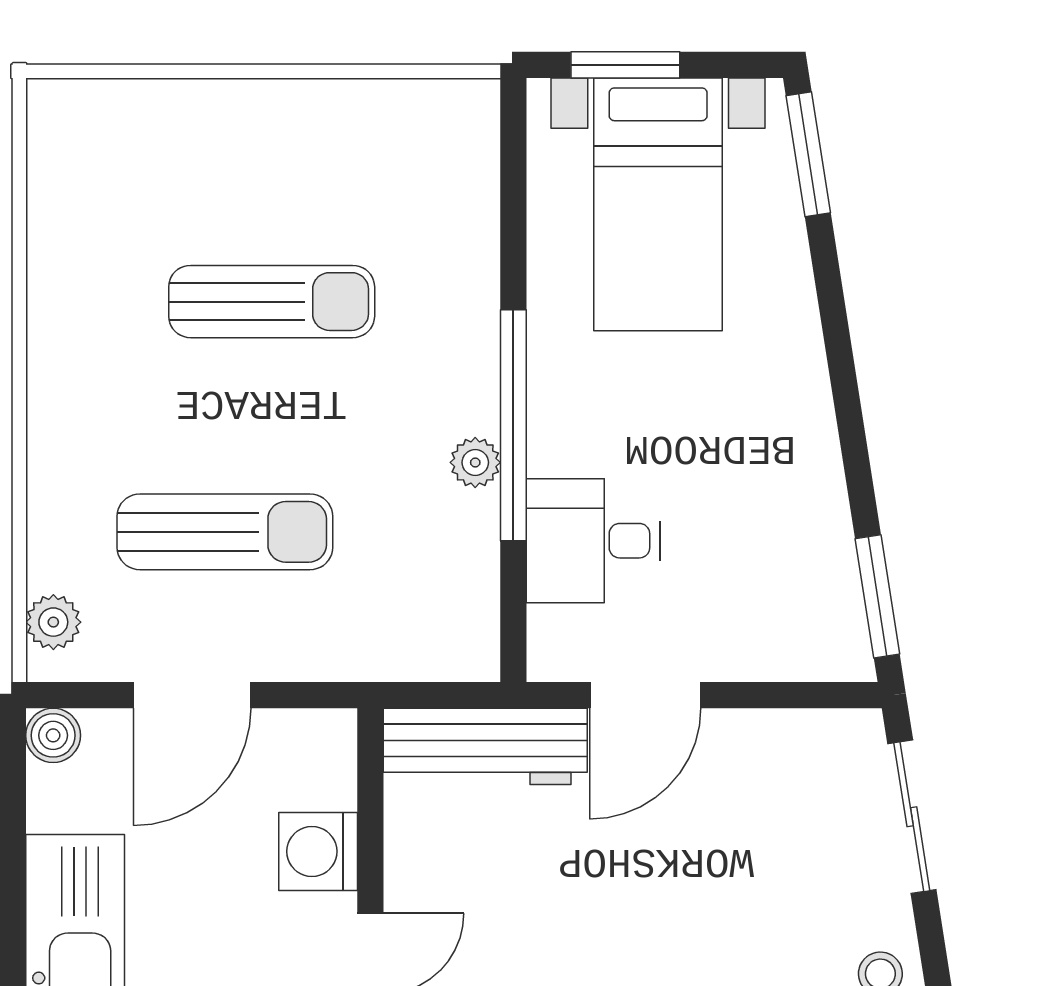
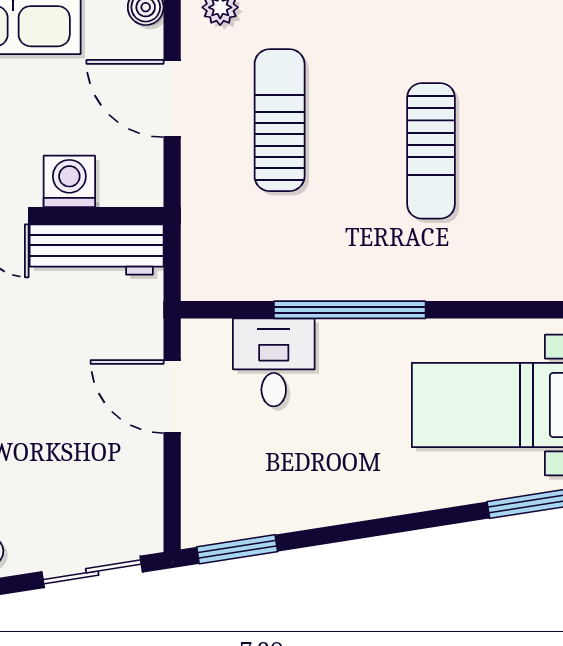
plant: (475, 462) -> (325, 285), removed
sun lounger: (225, 532) -> (280, 120), turned 180
workbench: (485, 746) -> (97, 249), moved, turned -90

